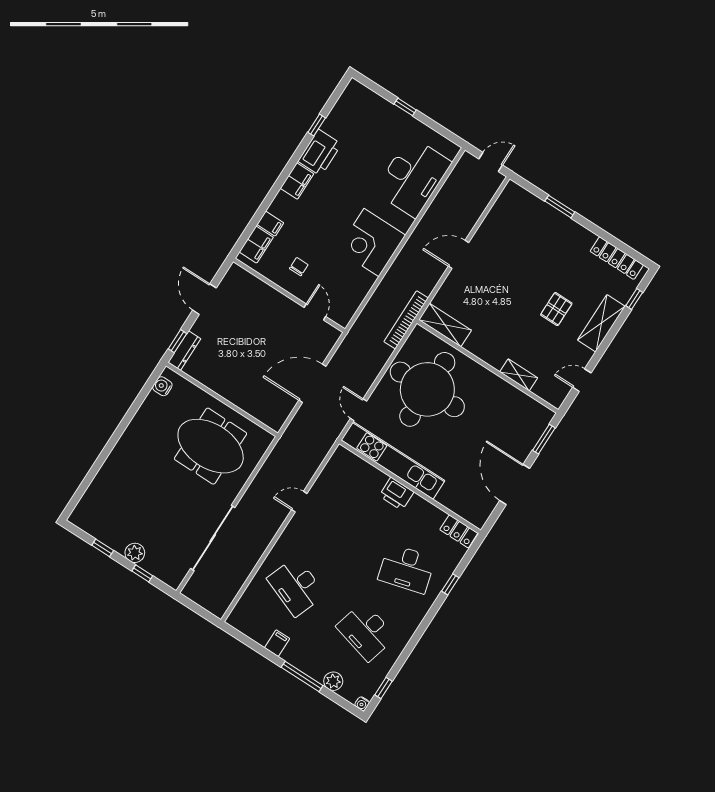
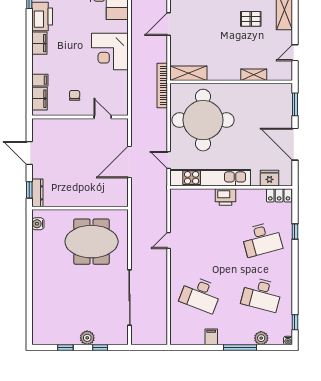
pallet: (556, 309) -> (251, 19), turned 90
fridge: (461, 505) -> (270, 178), added

